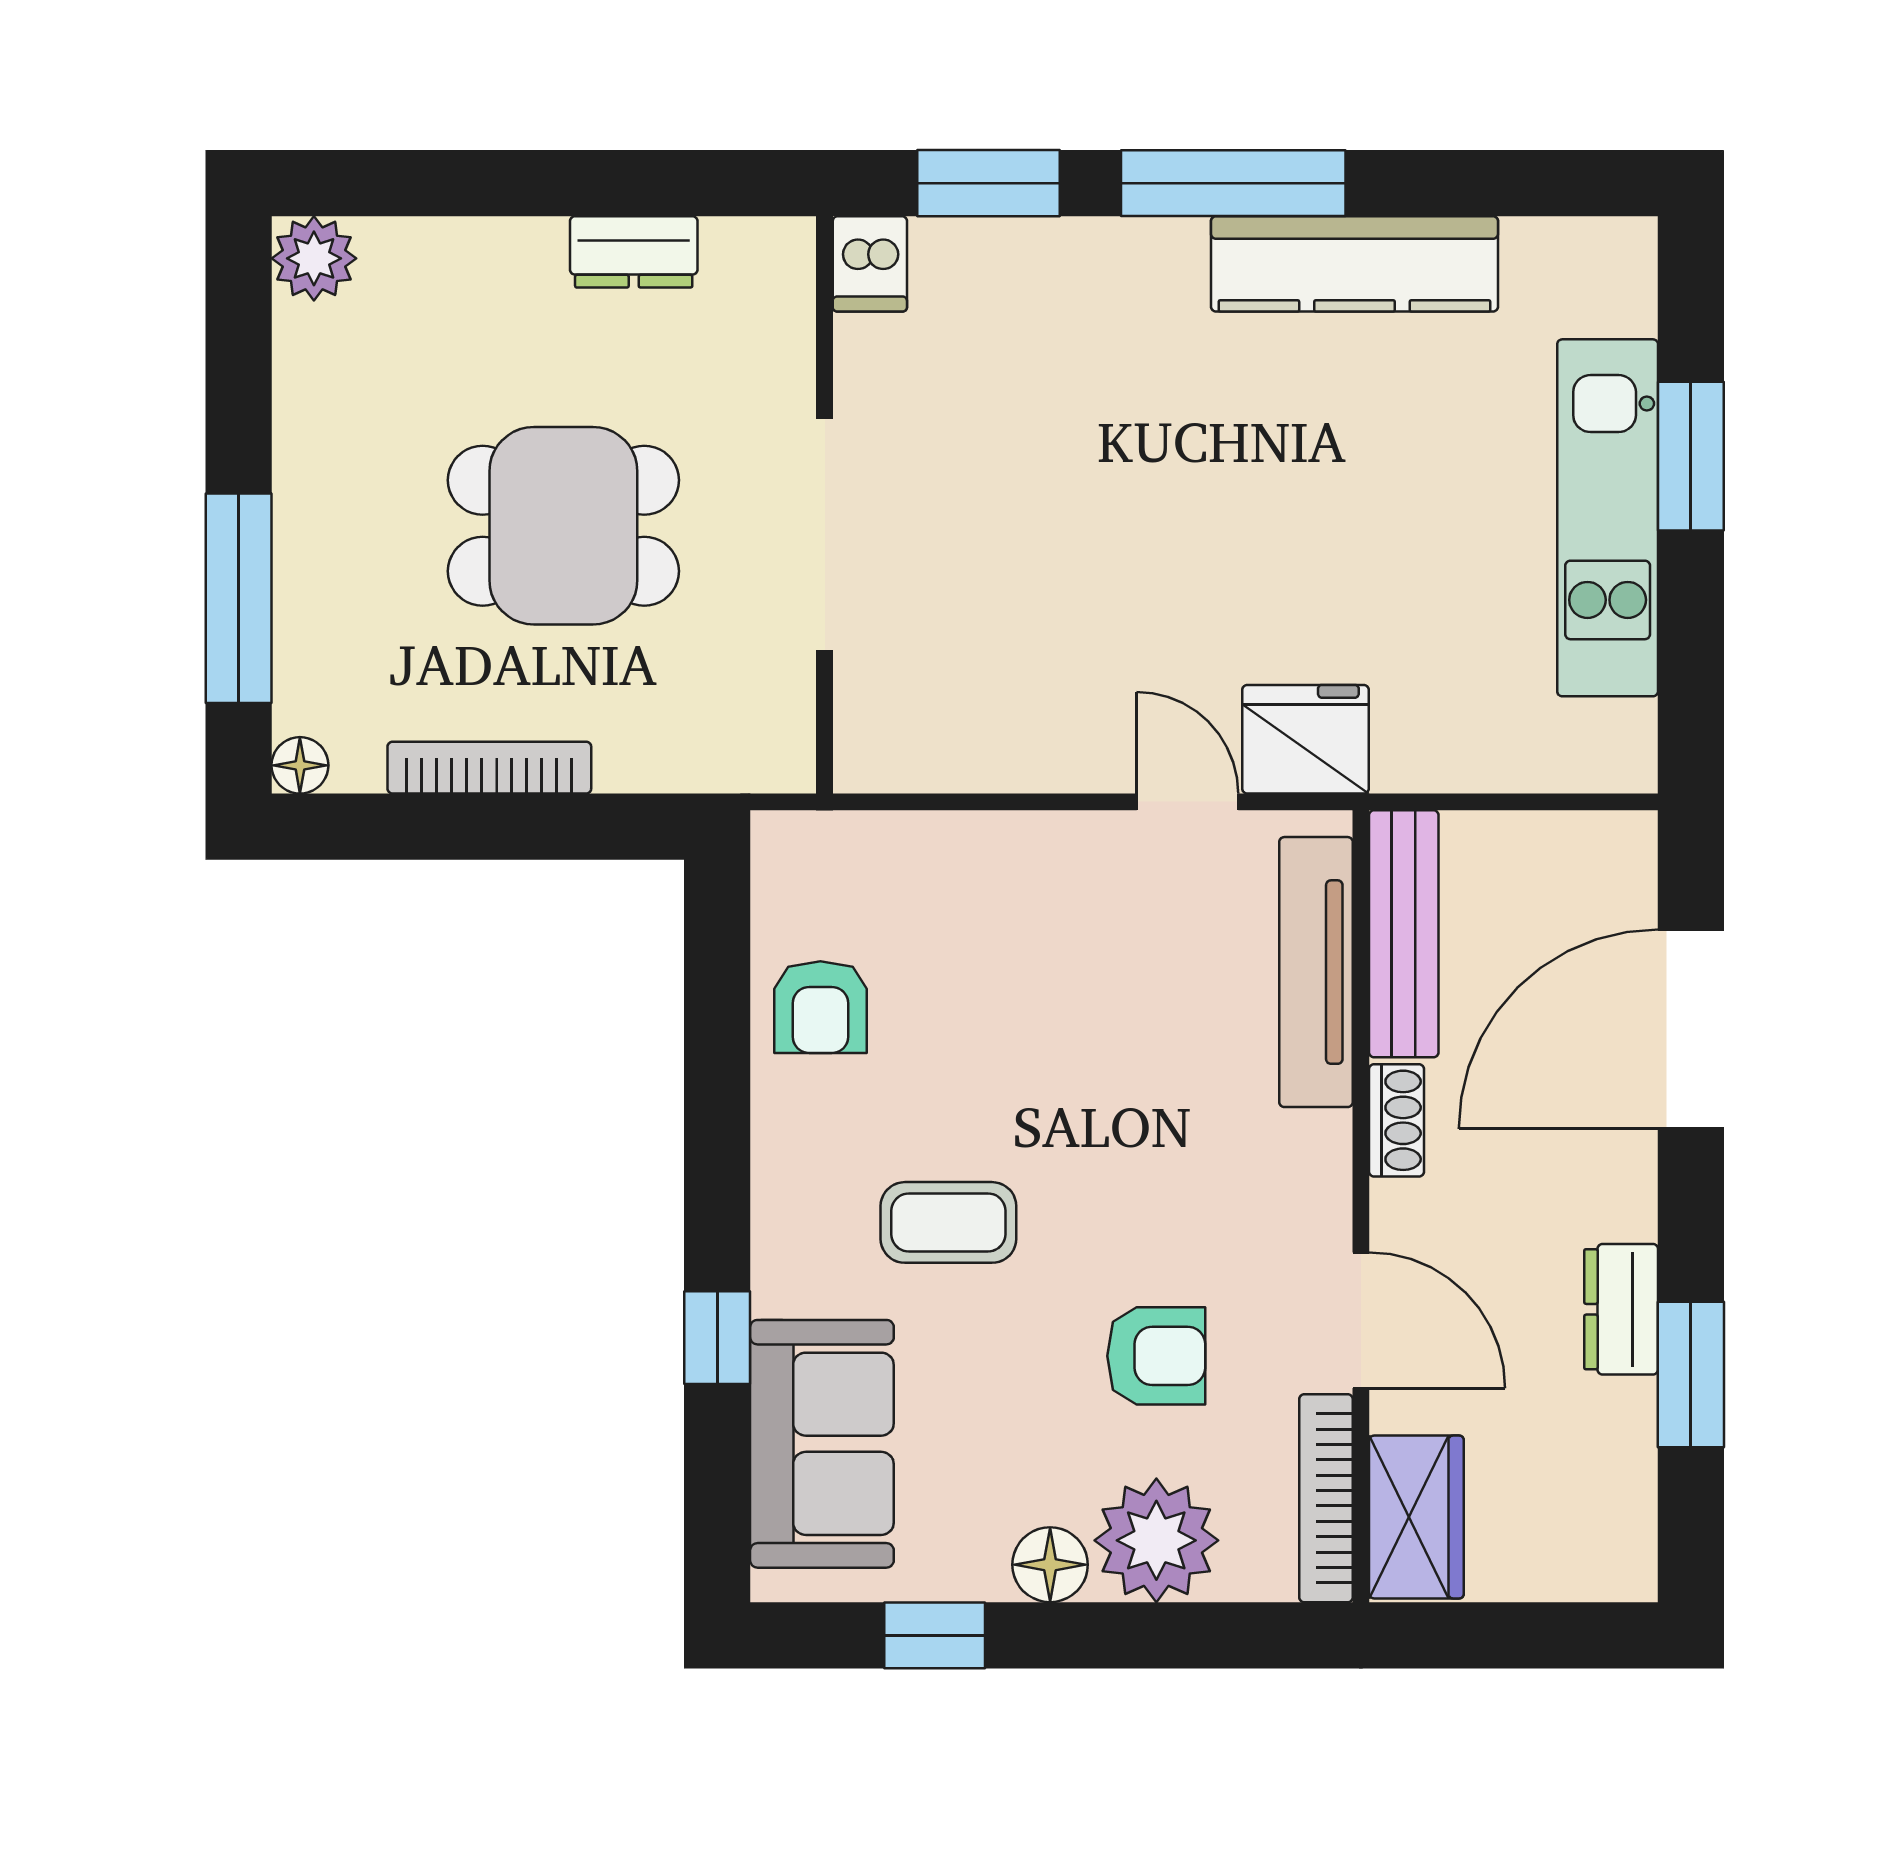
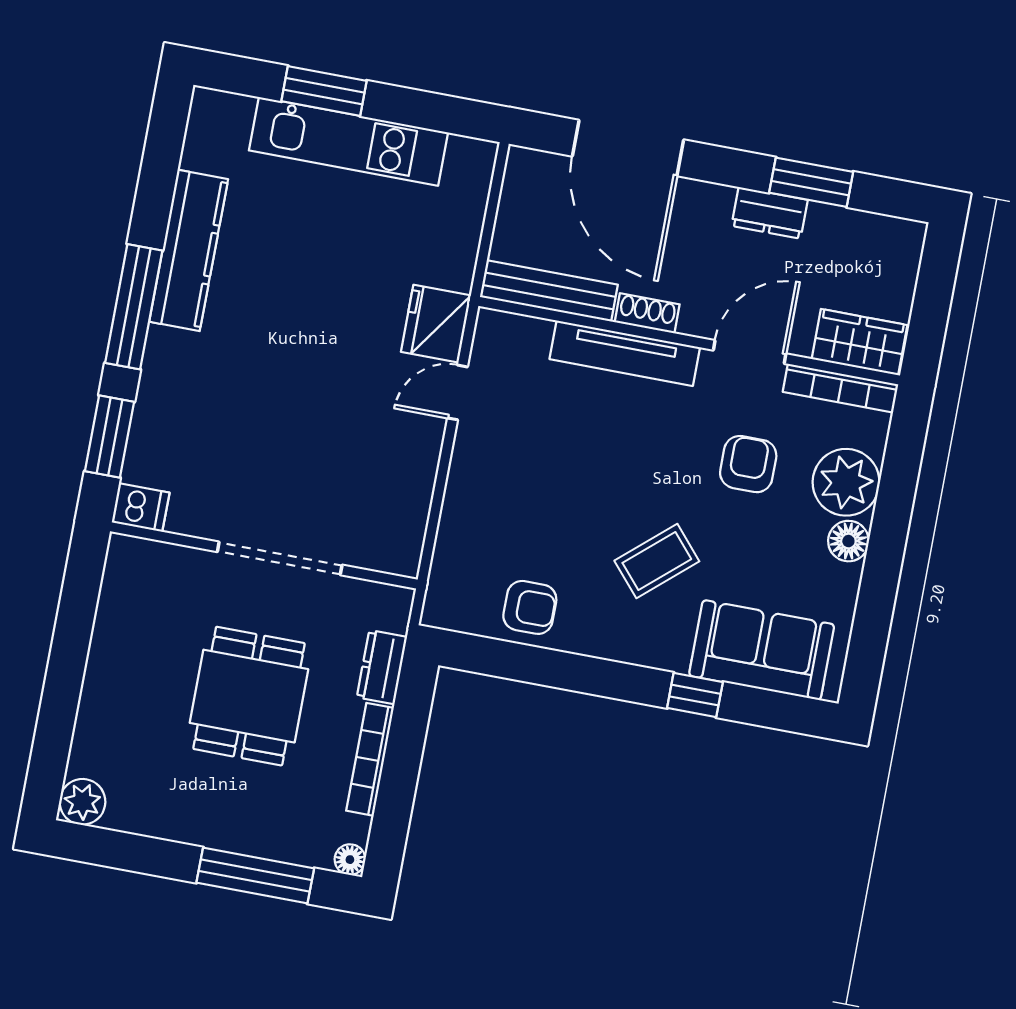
dresser: (634, 252) -> (382, 667), moved, turned 180
tv unit: (1316, 972) -> (625, 353), moved
coffee table: (948, 1222) -> (657, 561), turned 49
window: (935, 1635) -> (874, 609), removed

